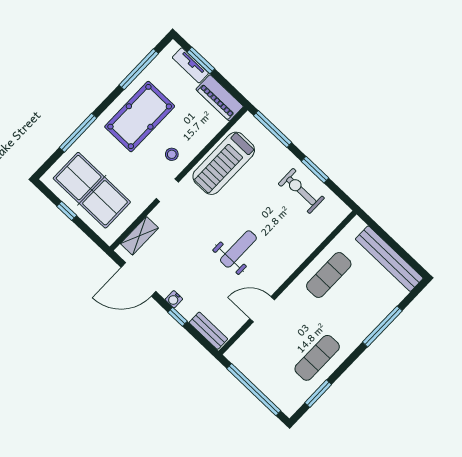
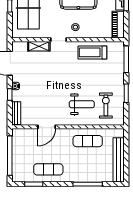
treadmill: (224, 163) -> (92, 52), width x0.73, depth x0.73
exercise bike: (301, 191) -> (106, 105), moved
shelving: (139, 236) -> (39, 46), moved
weight bench: (238, 249) -> (82, 104), moved
door: (262, 309) -> (47, 127), swing flipped

